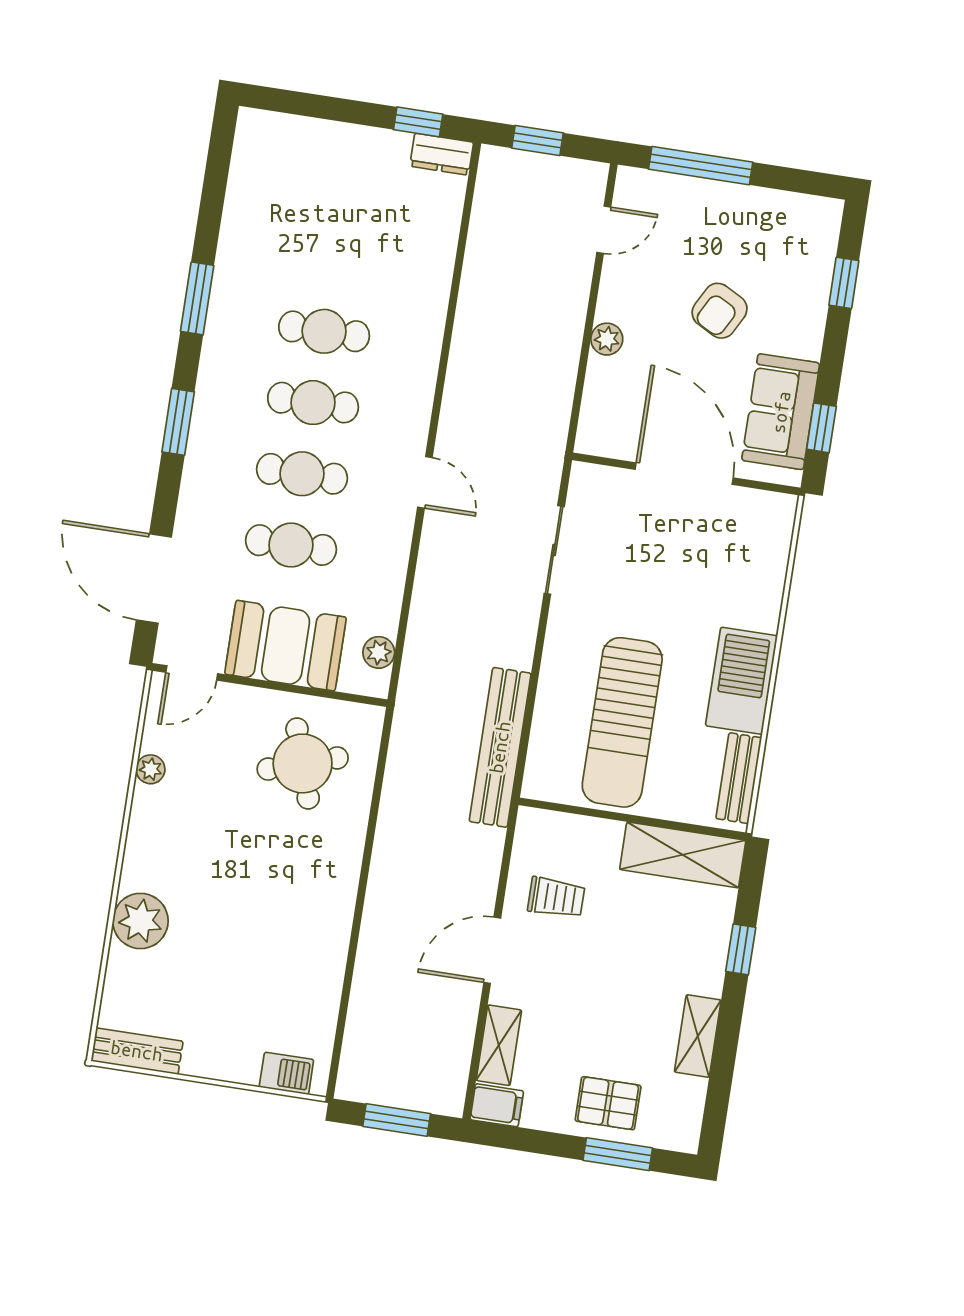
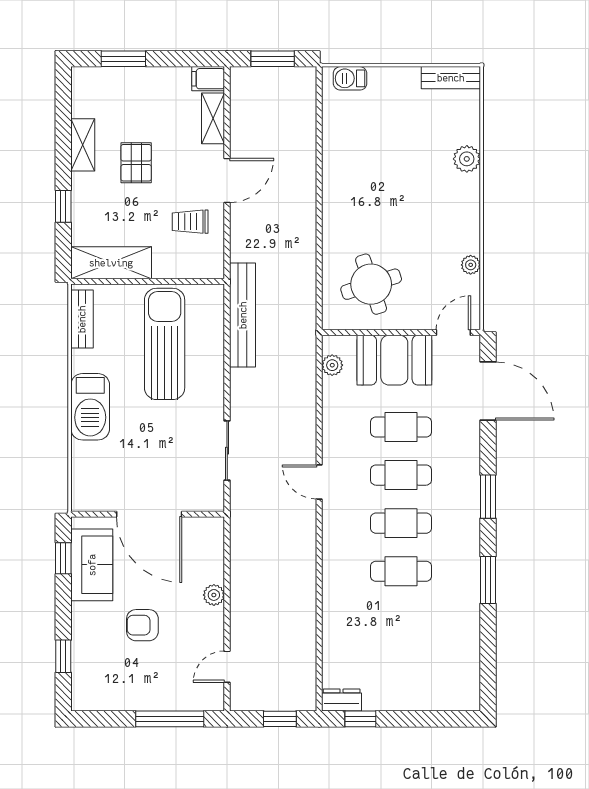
armchair: (720, 311) -> (142, 625), turned -118
barbecue: (741, 681) -> (90, 407), moved
plant: (140, 921) -> (467, 159), width x0.73, depth x0.73
pallet: (608, 1103) -> (136, 163), moved, turned 90

